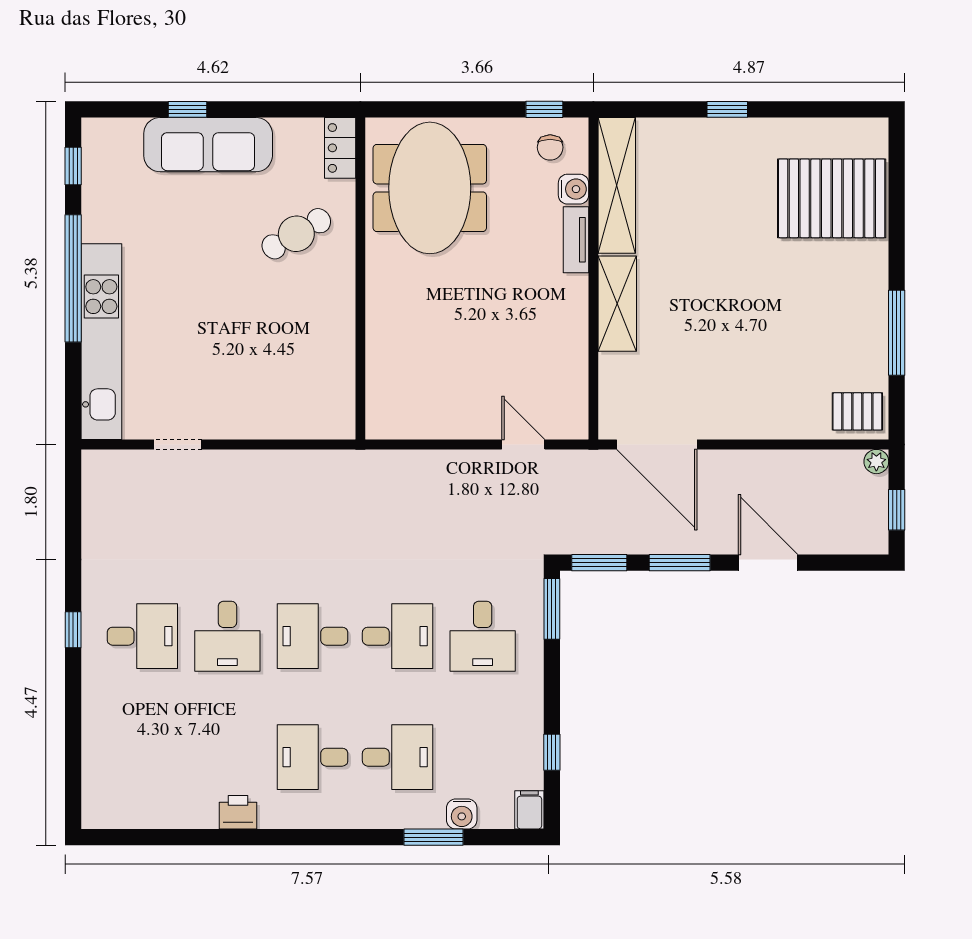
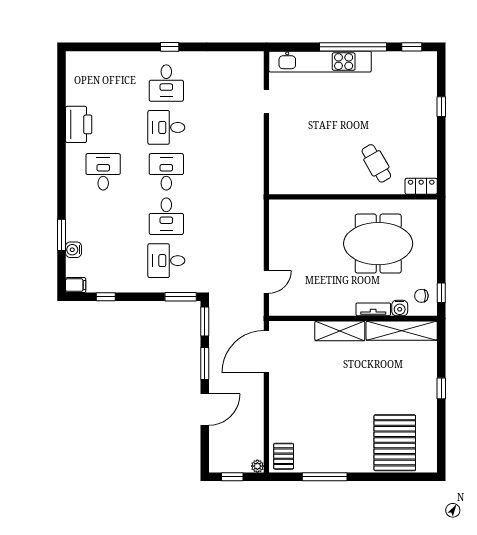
sofa: (208, 145) -> (423, 117), removed
meeting table: (430, 188) -> (378, 244), moved
desk: (398, 757) -> (103, 216), removed
printer: (238, 812) -> (79, 124), width x1.87, depth x1.48

